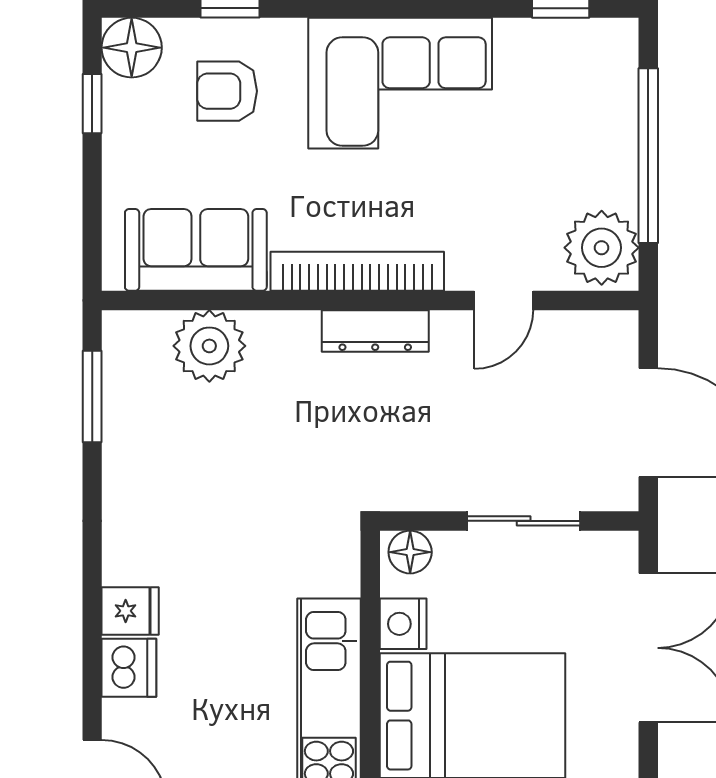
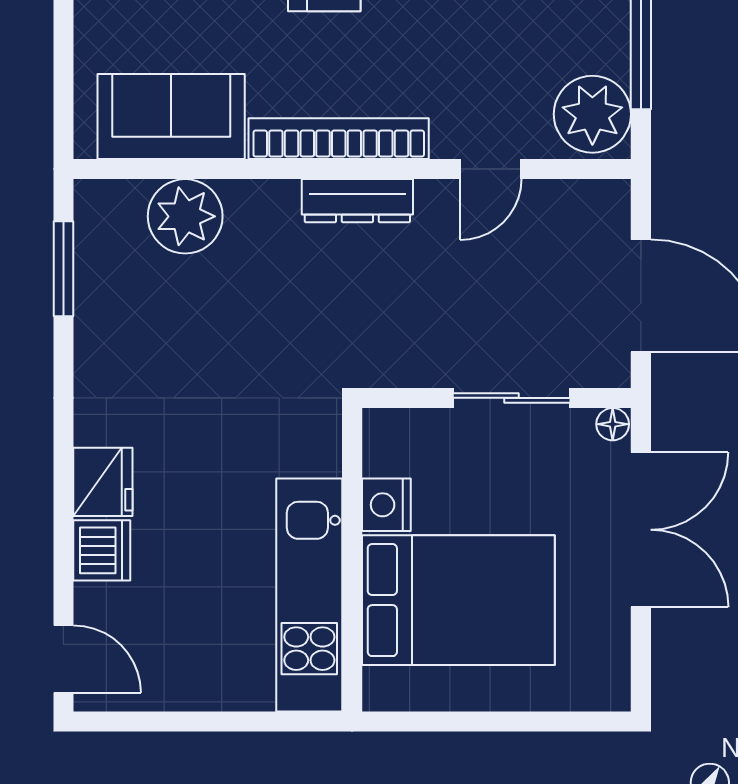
floor lamp: (410, 552) -> (613, 424), moved, width x0.73, depth x0.73
fridge: (130, 611) -> (103, 482), width x1.38

